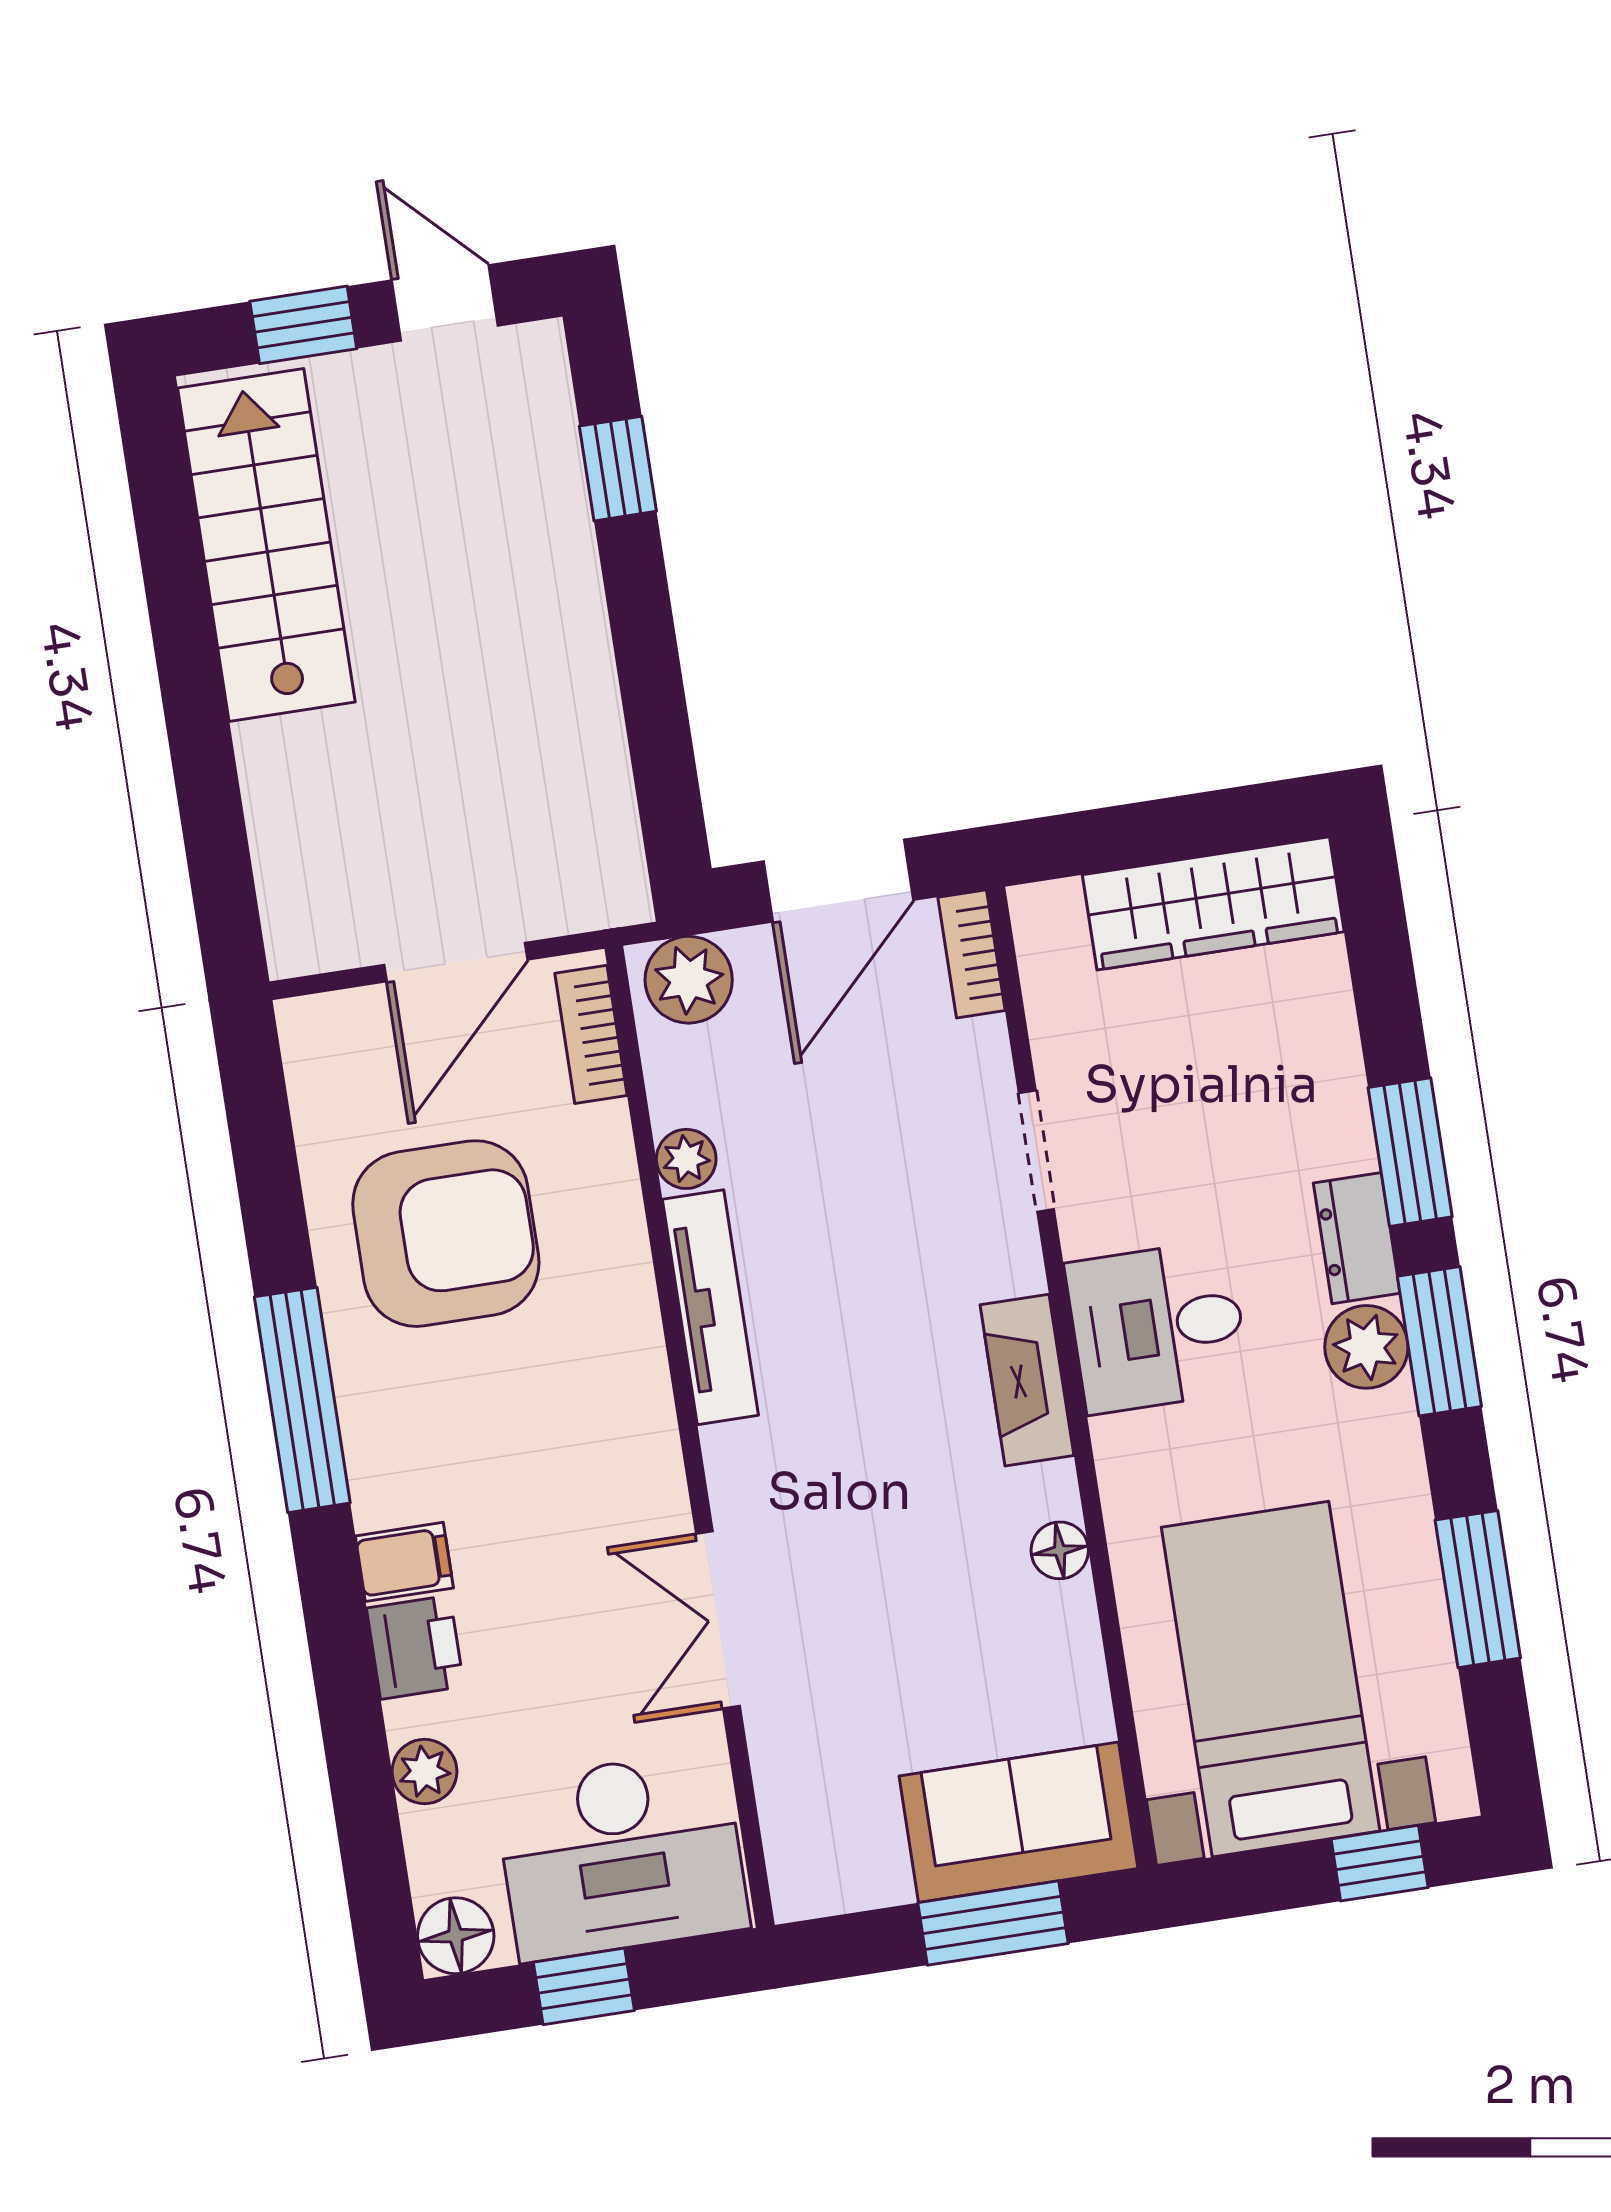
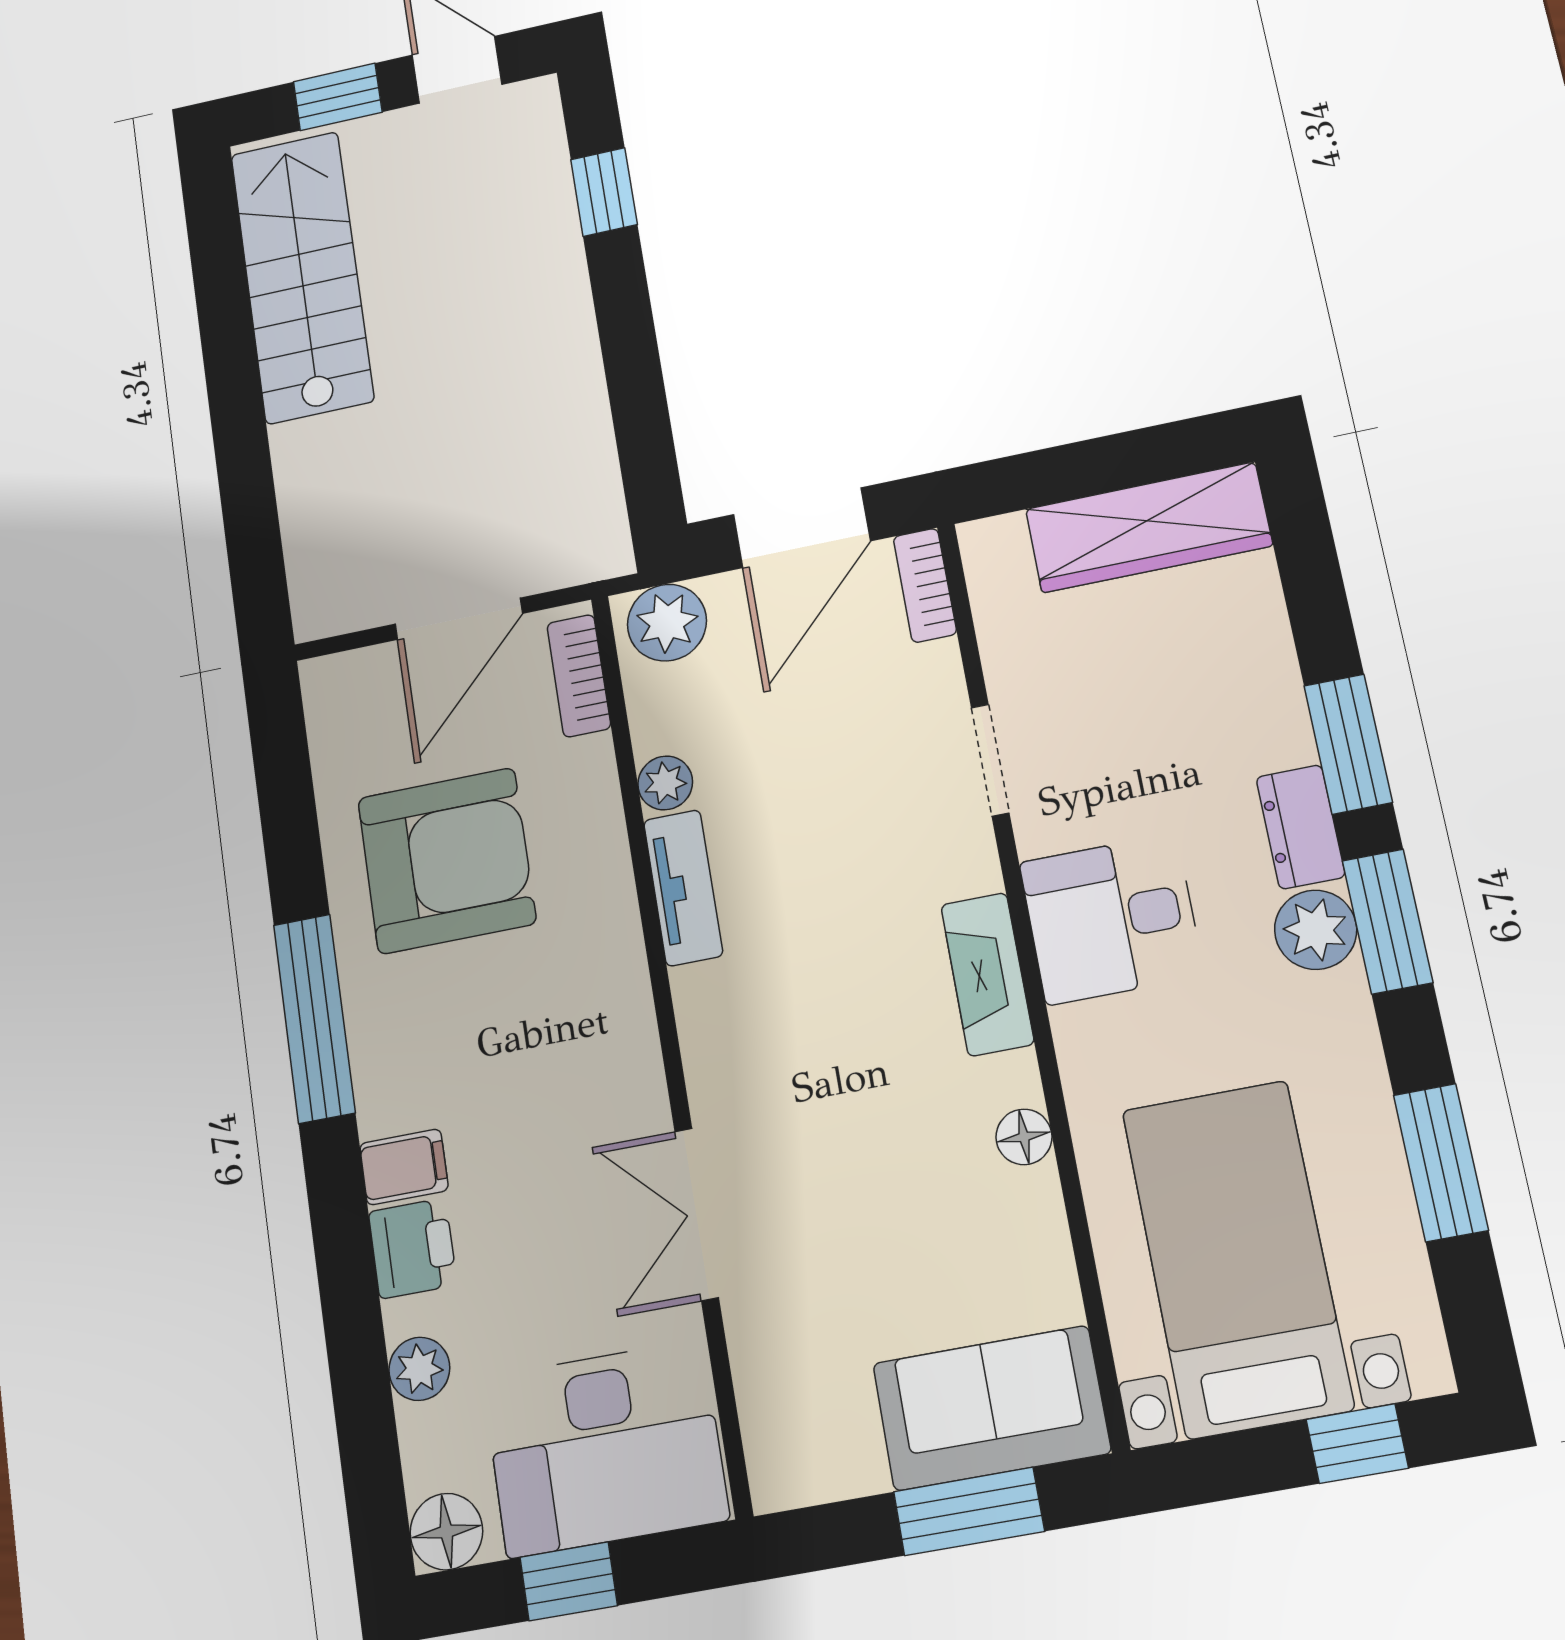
tv unit: (710, 1307) -> (683, 888), width x0.71

